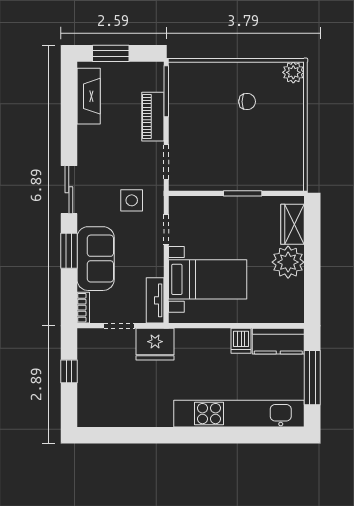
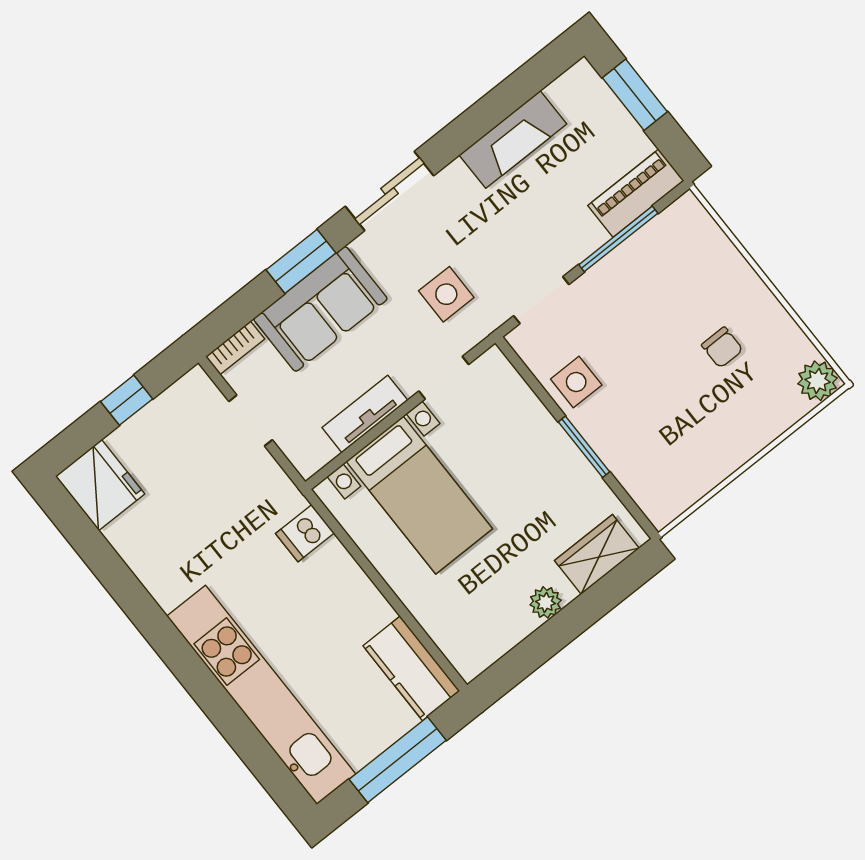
window: (166, 91) -> (618, 239), moved
fireplace: (89, 96) -> (513, 139), moved
piano: (153, 117) -> (636, 193), moved
side table: (213, 175) -> (576, 382), added
plant: (288, 262) -> (546, 602), width x0.53, depth x0.53
tv unit: (155, 300) -> (365, 414), moved
dishwasher: (241, 341) -> (305, 533), moved
fridge: (155, 344) -> (100, 485), moved, turned 180

